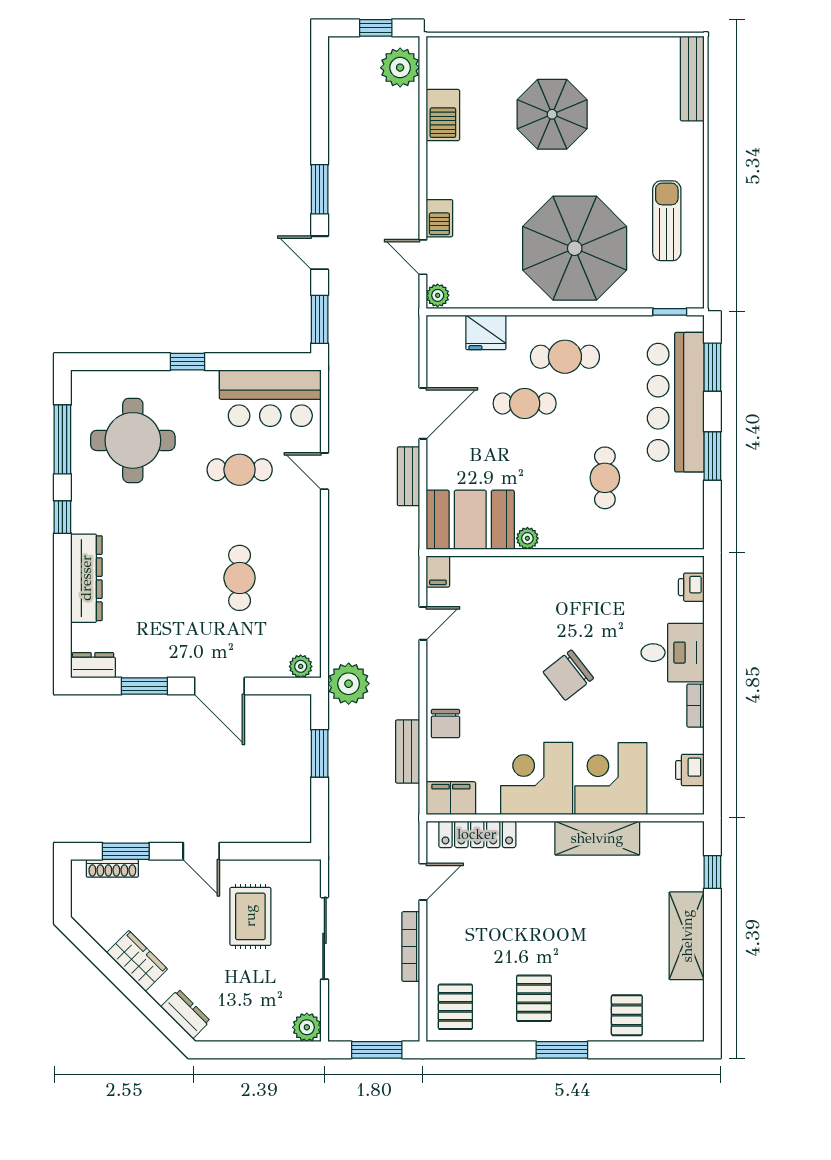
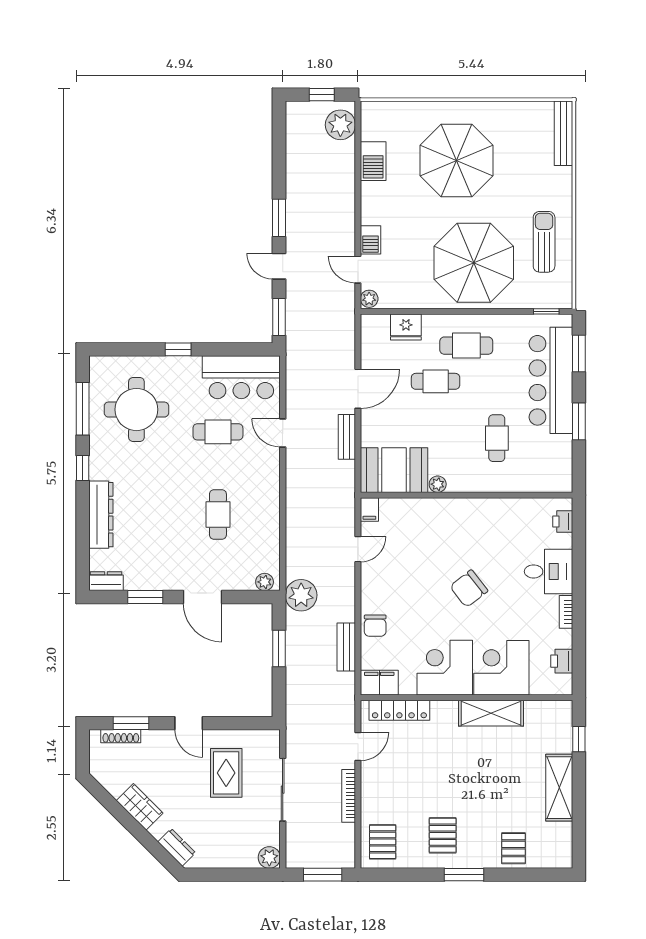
parasol: (552, 114) -> (457, 161), width x1.36, depth x1.36

